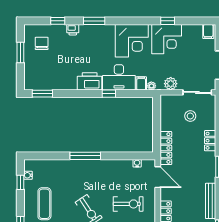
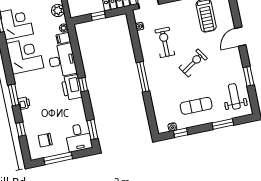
printer: (73, 30) -> (24, 103), moved
window: (20, 53) -> (58, 158), width x1.44
desk: (37, 78) -> (79, 138), added
window: (109, 94) -> (83, 85), moved
window: (157, 124) -> (98, 16), added
exercise bike: (128, 204) -> (165, 42), moved

